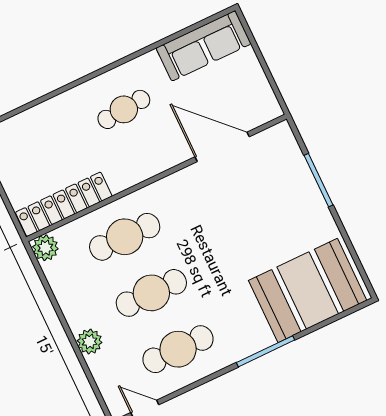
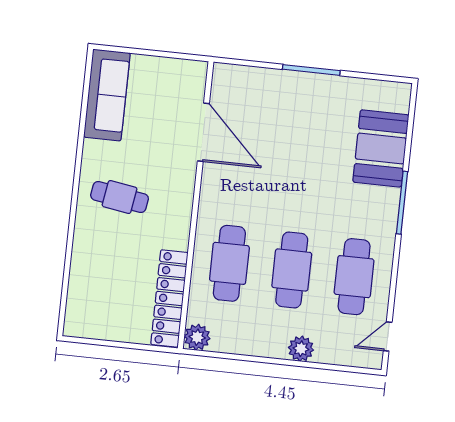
cafe table: (124, 109) -> (120, 197), turned -76
door: (222, 147) -> (203, 132), swing flipped
window: (319, 180) -> (311, 70), moved
booth: (308, 290) -> (381, 148), width x0.73, depth x0.70

